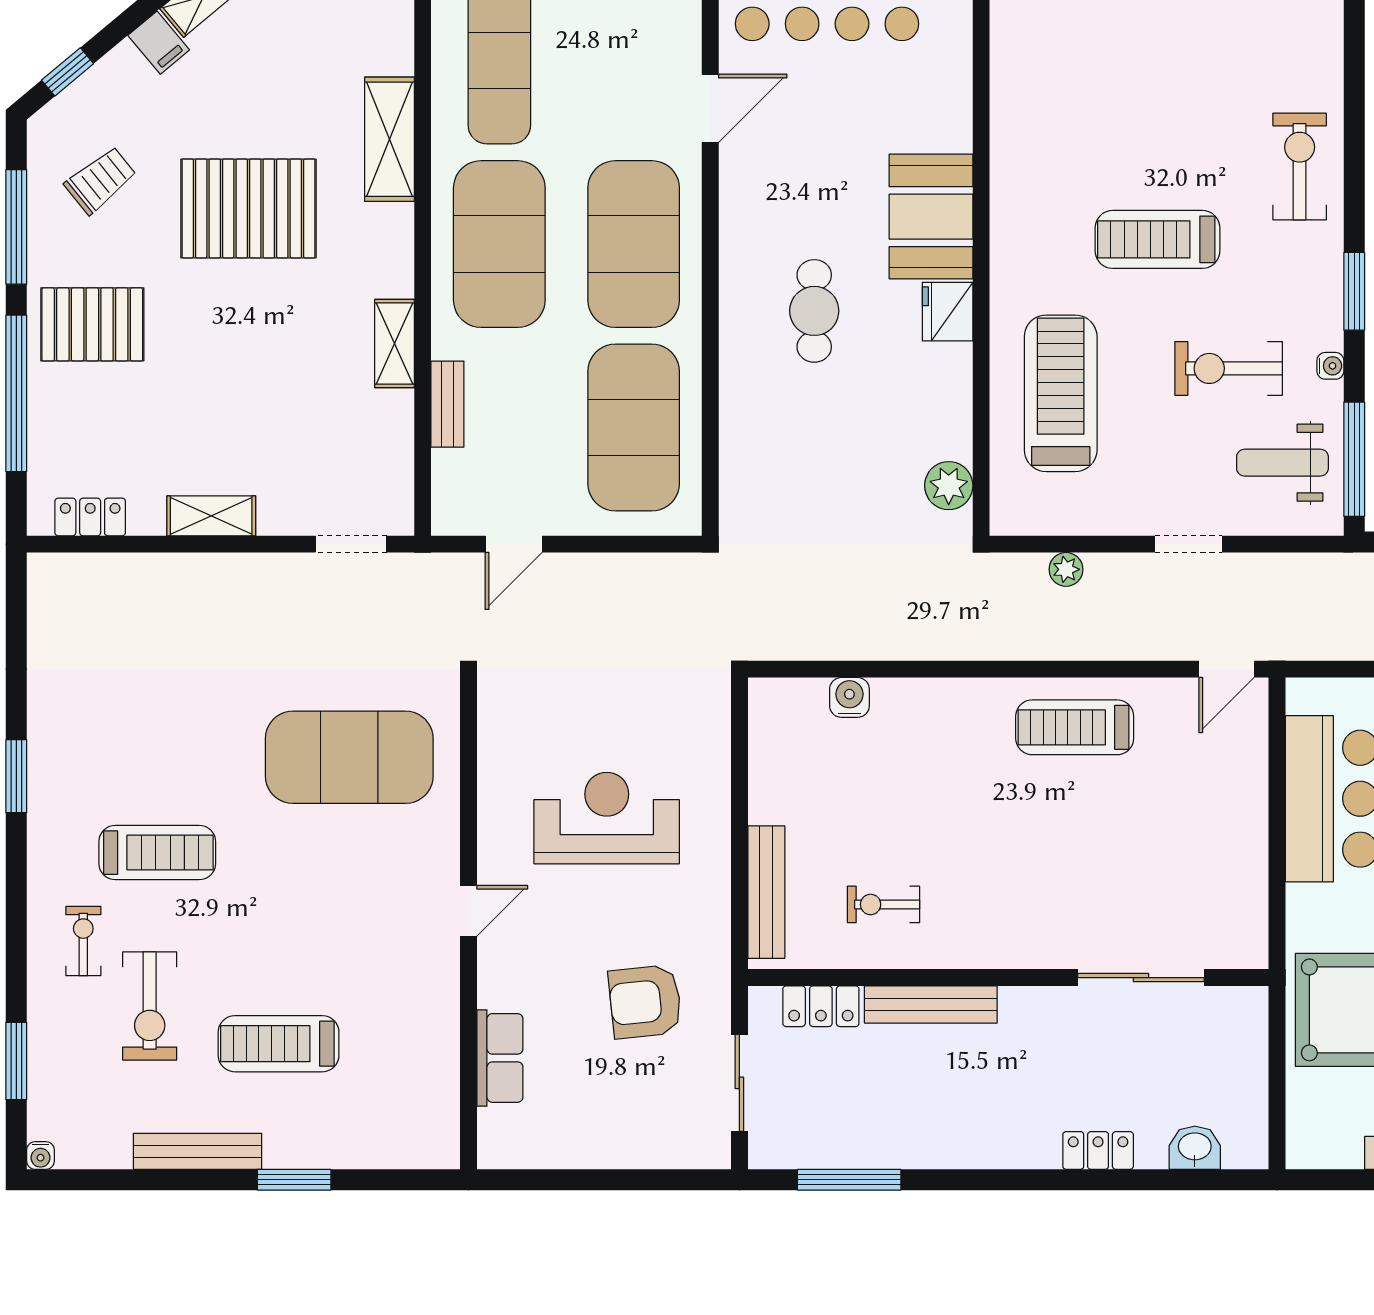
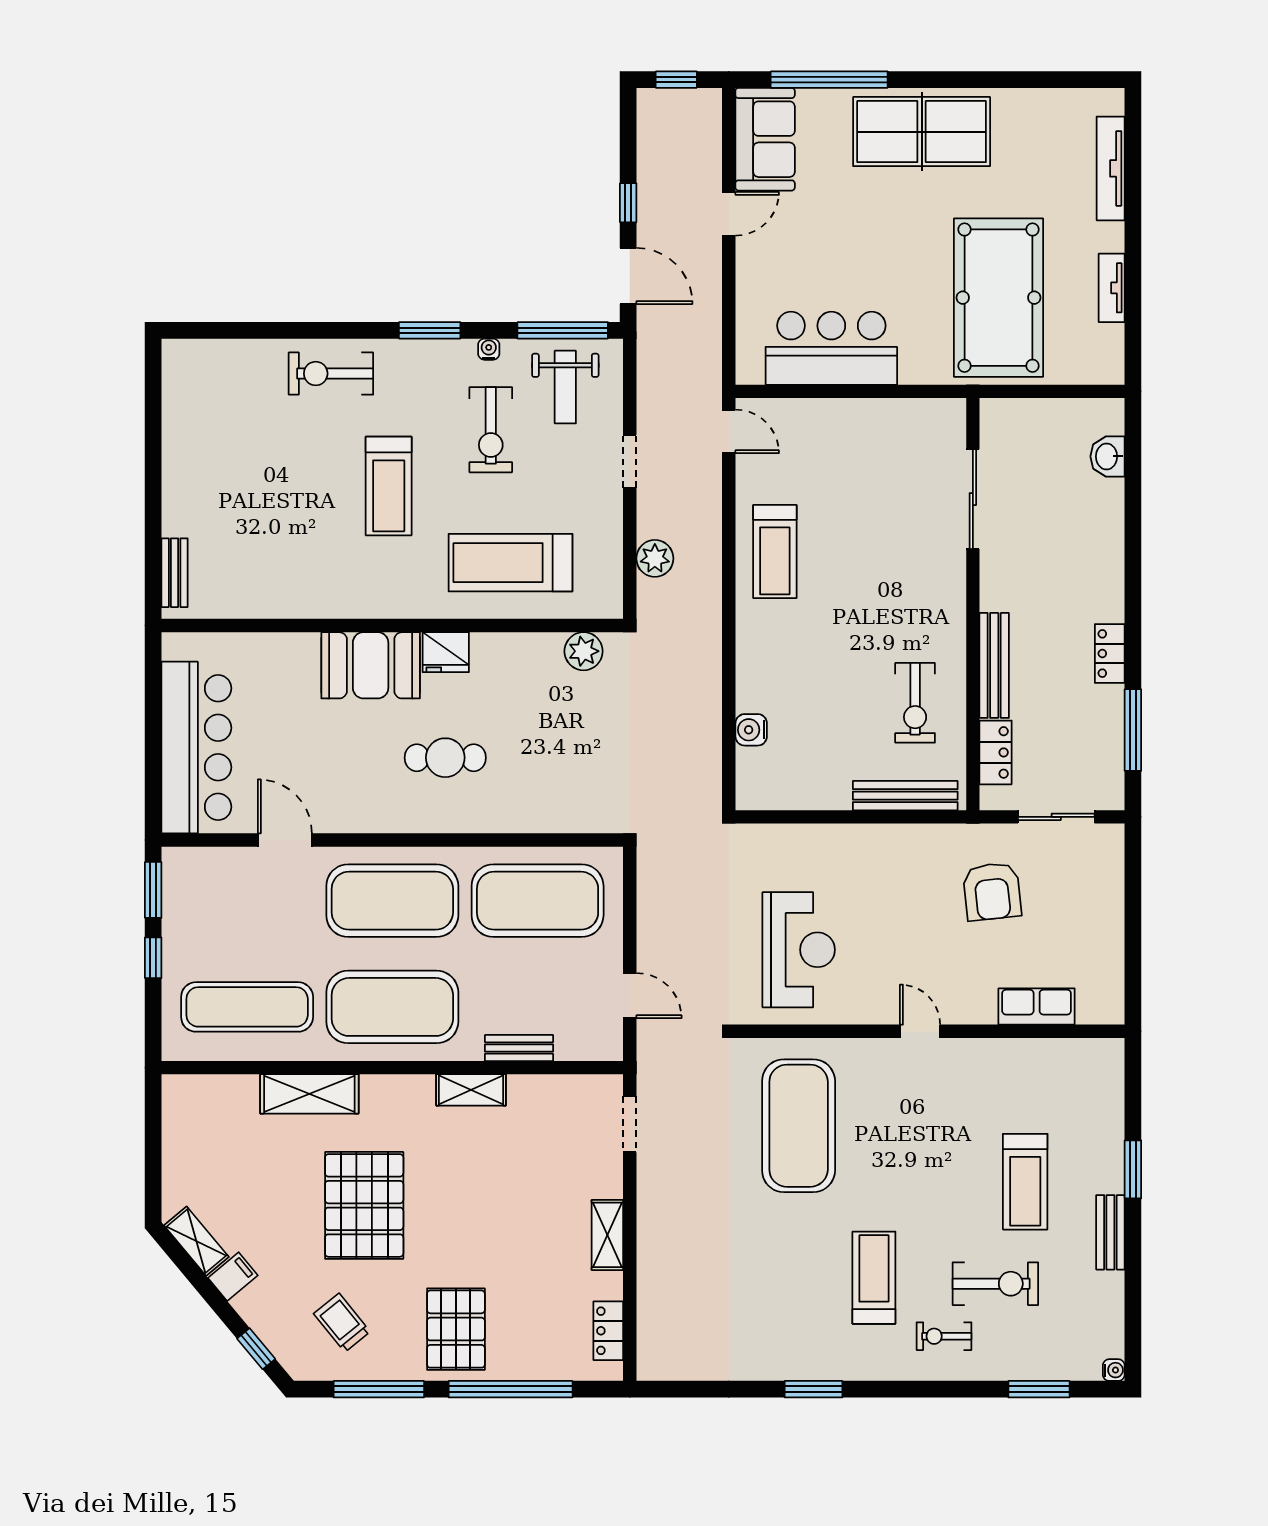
plant: (1066, 569) -> (655, 558), width x1.38, depth x1.38
reception desk: (607, 818) -> (799, 950), moved, turned 180
exercise bike: (884, 904) -> (915, 703), width x1.38, depth x1.39
locker: (1098, 1150) -> (1110, 653), moved
bench: (197, 1151) -> (1110, 1232), width x0.73

